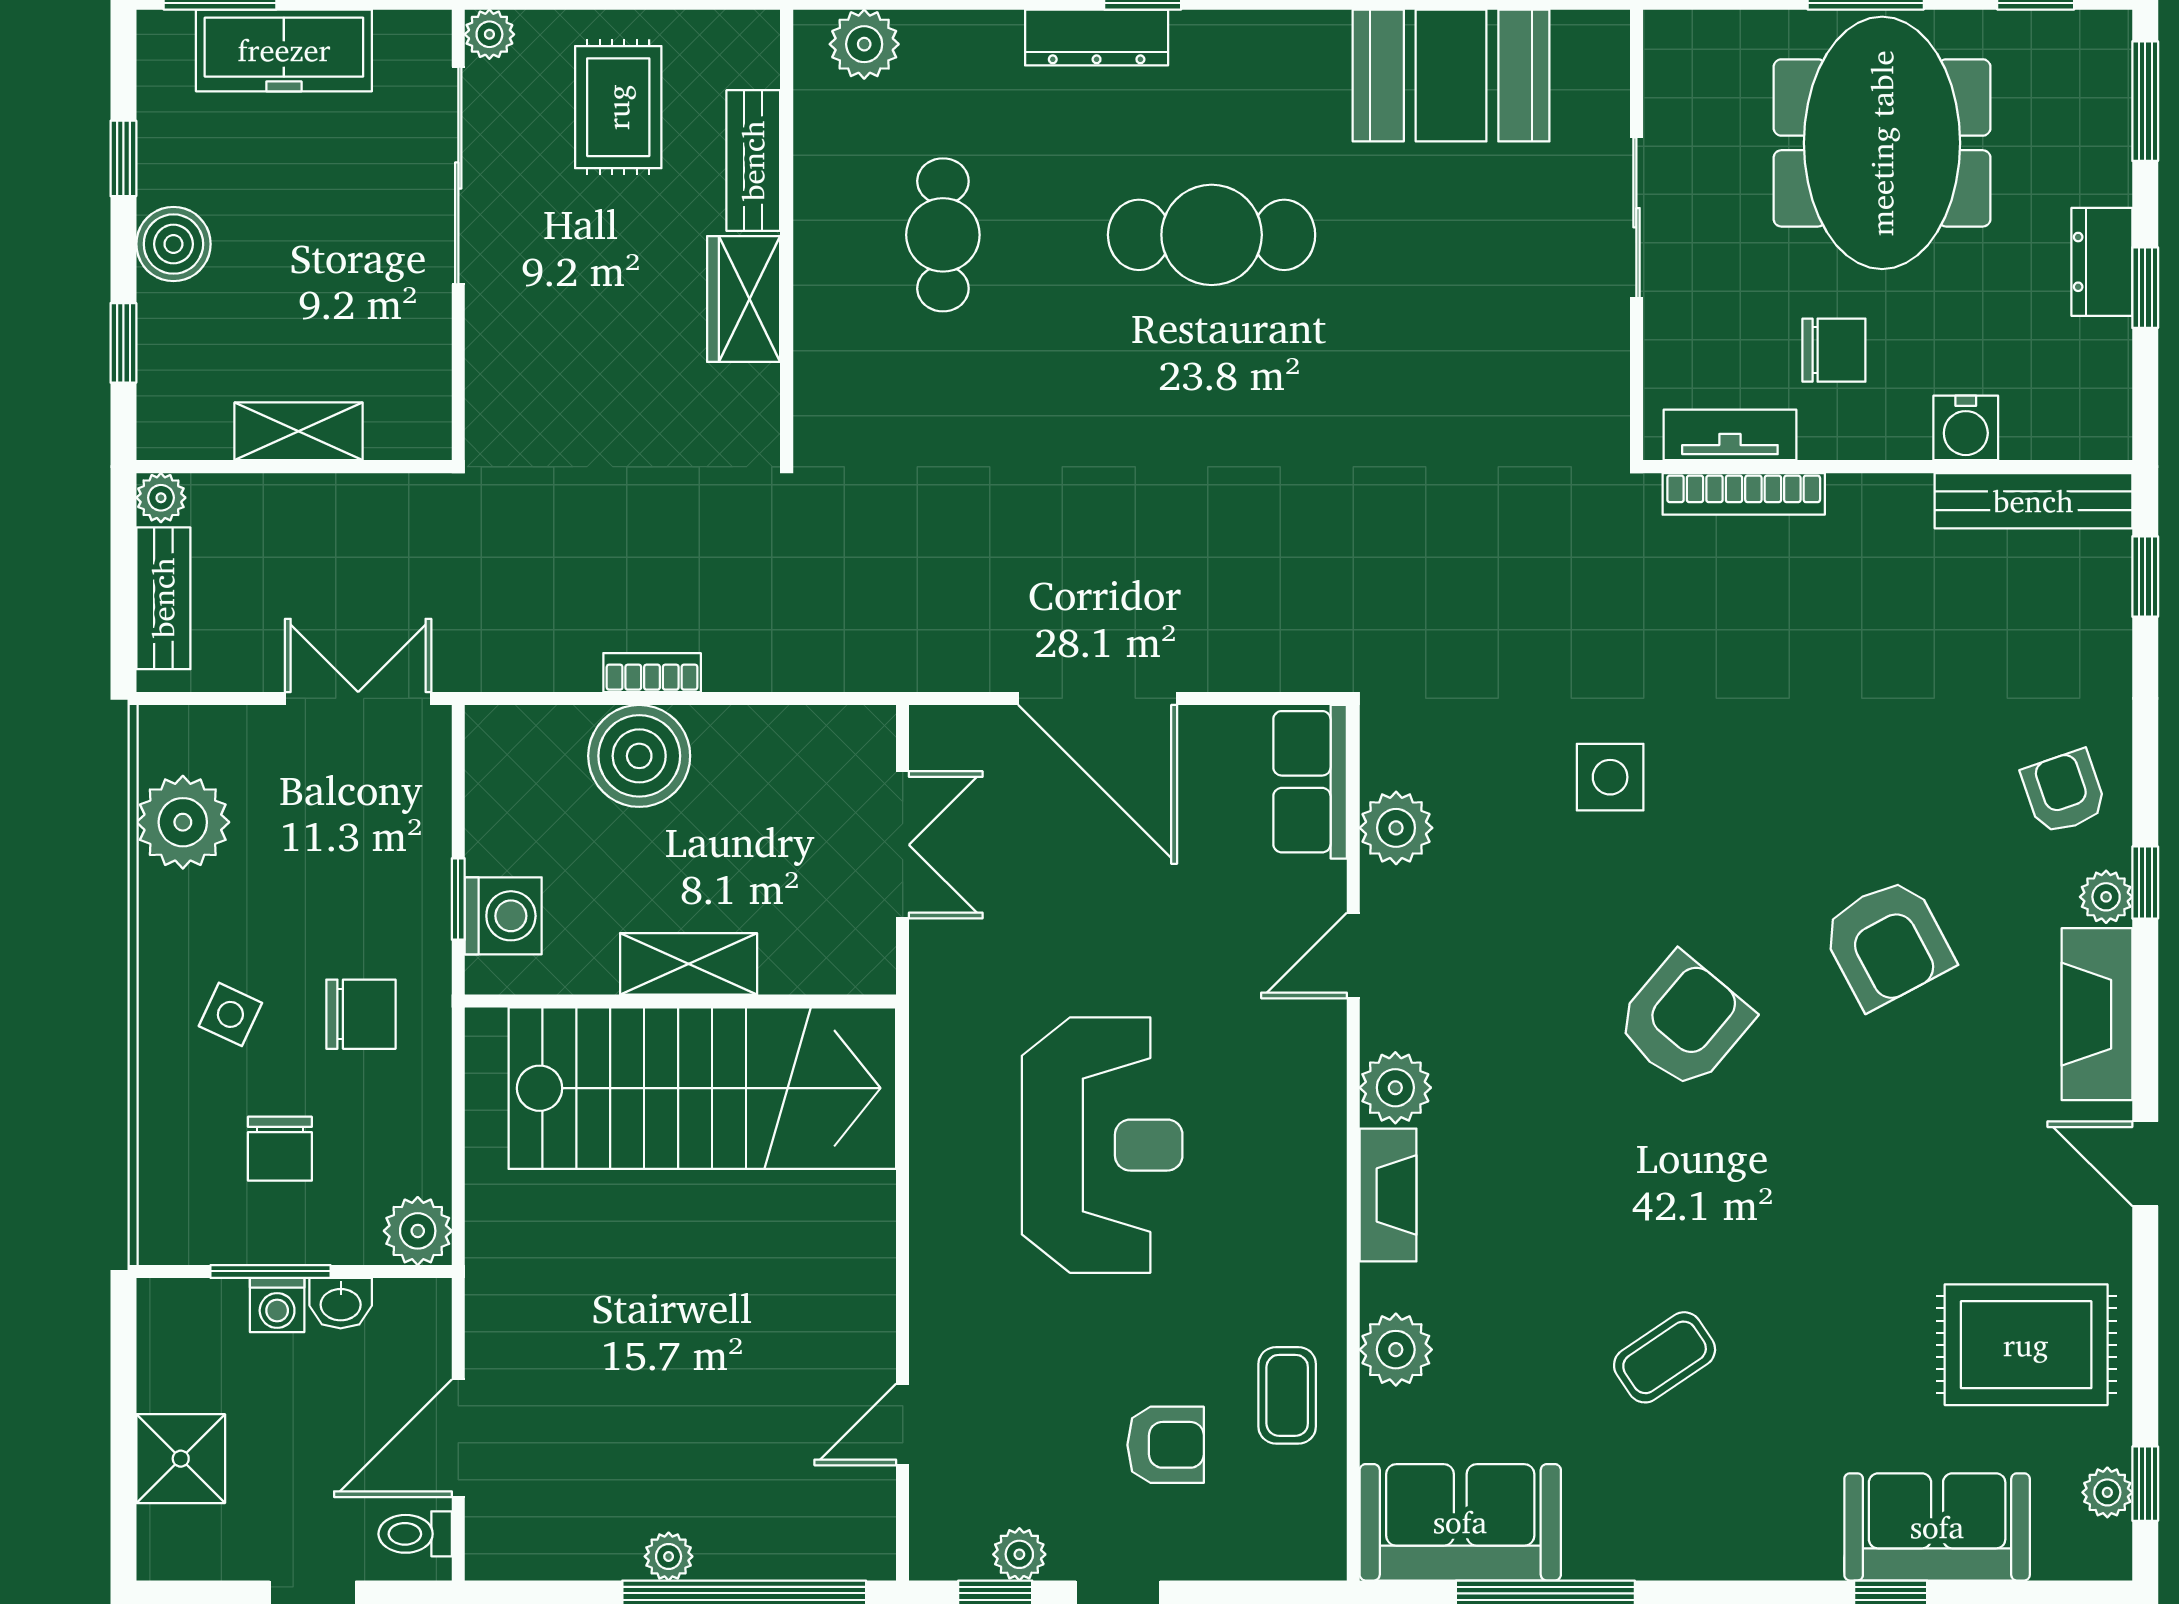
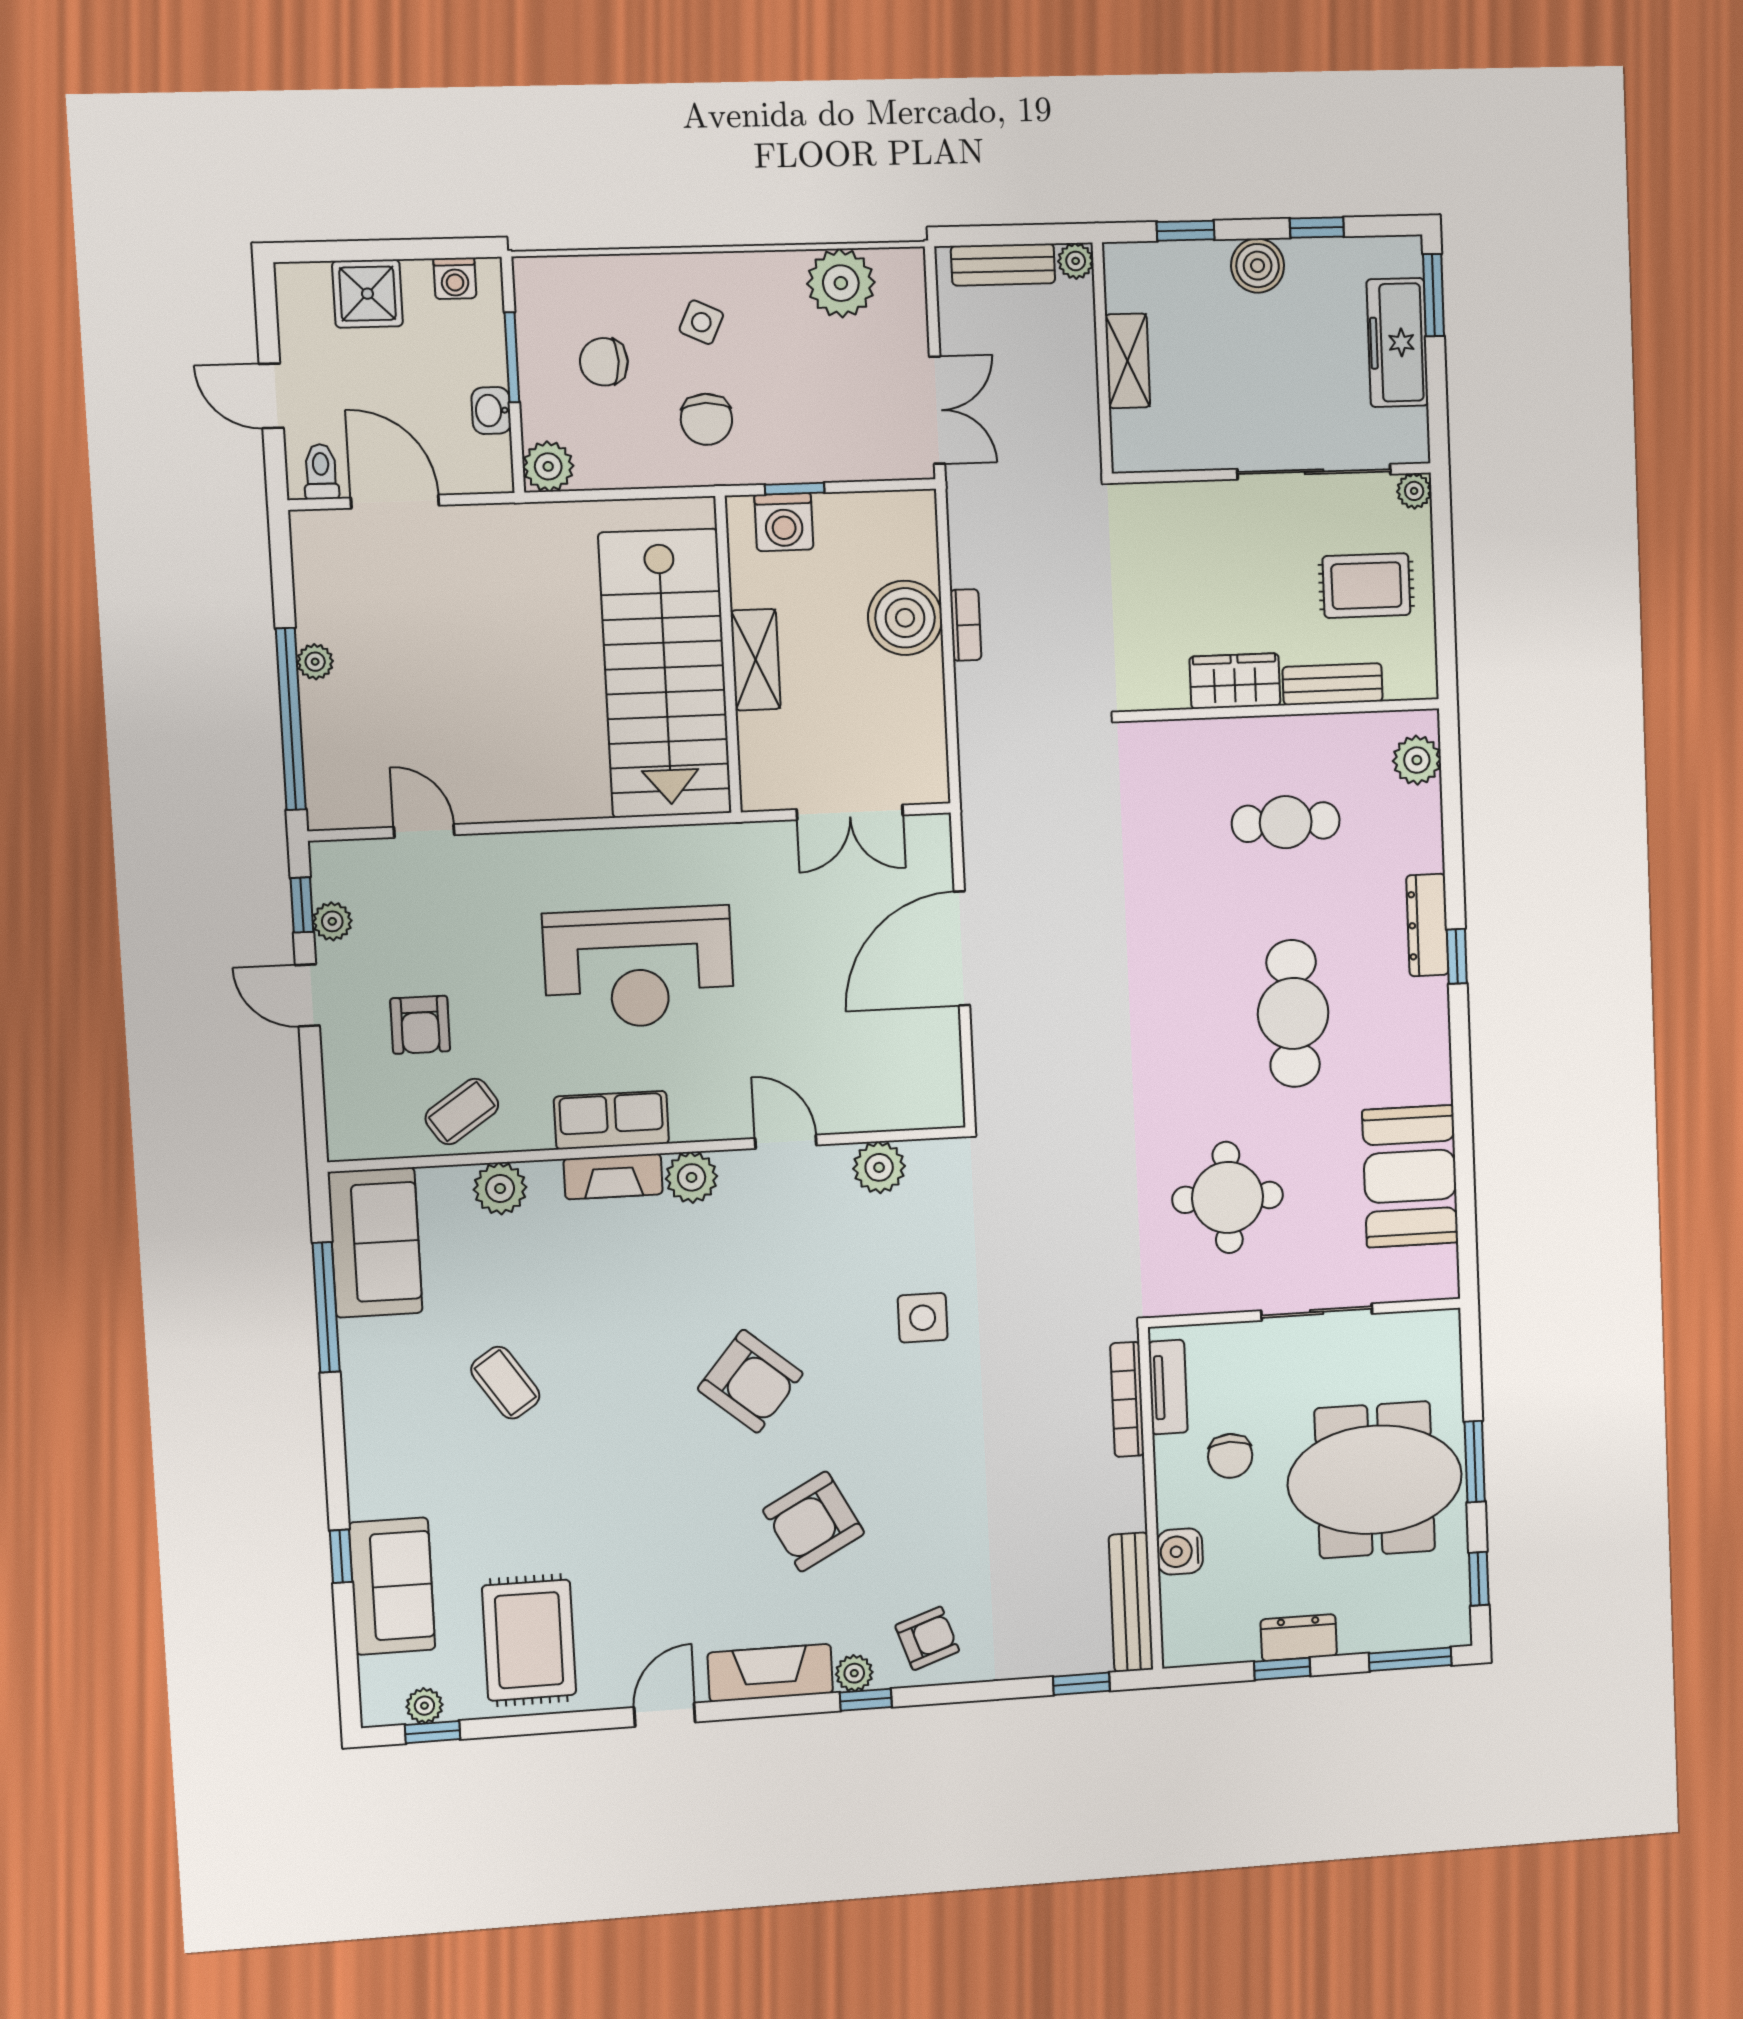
round table: (1466, 339) -> (1228, 1197), added
row of seats: (1310, 782) -> (611, 1120), moved
washing machine: (277, 1305) -> (455, 278), moved, turned -90
coffee table: (1287, 1395) -> (462, 1112), turned -34

